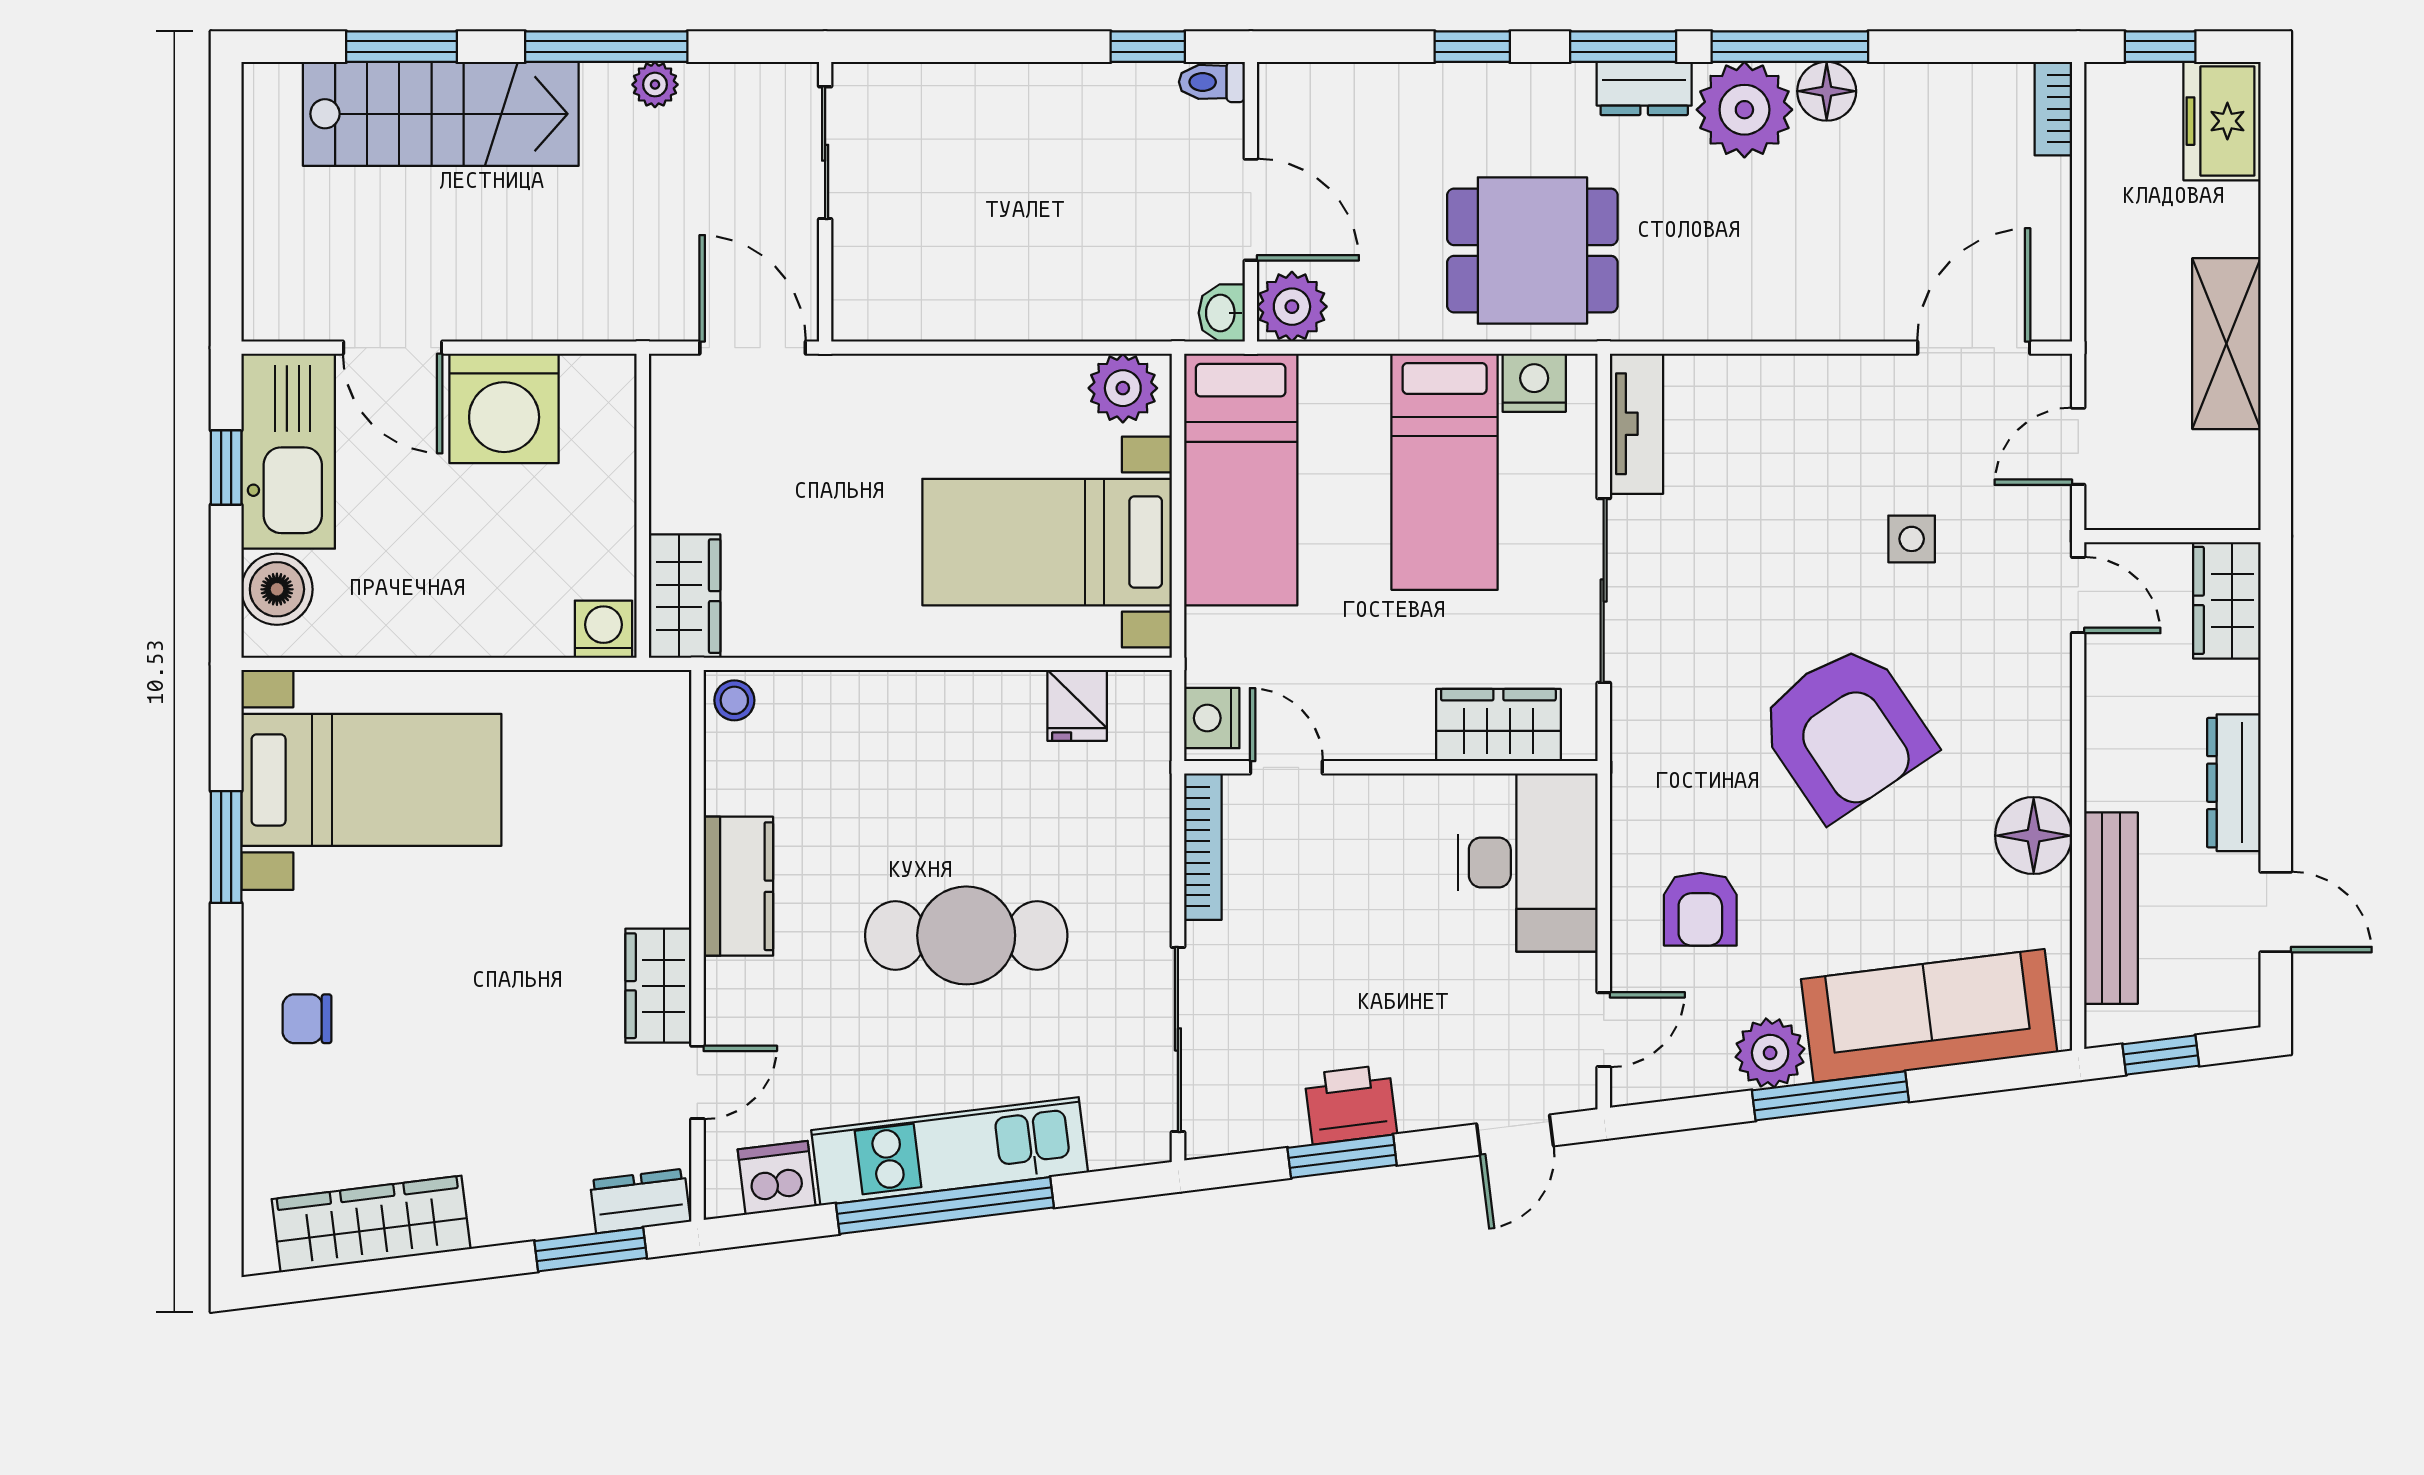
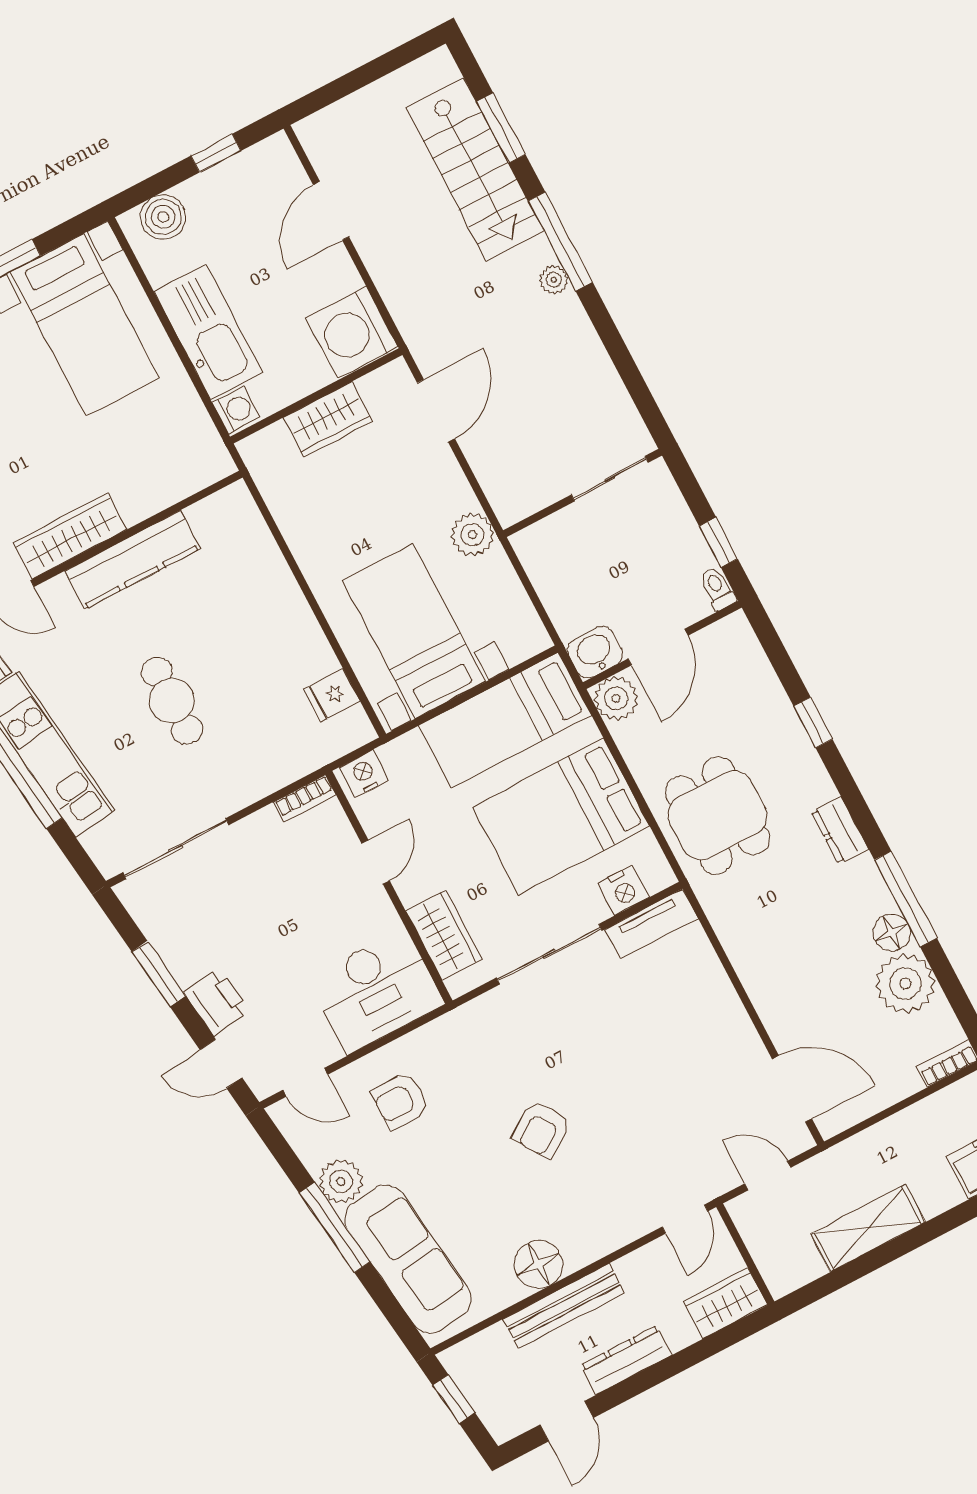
window: (1623, 47) -> (857, 806), removed
plant: (1744, 110) -> (905, 984), moved
sliding door: (825, 153) -> (610, 479), moved
wall: (825, 202) -> (583, 493), moved
washbasin: (1222, 313) -> (595, 652), width x1.38, depth x1.45
nightstand: (1534, 383) -> (624, 890), moved, turned 90
plant: (1123, 388) -> (472, 535), moved
washing machine: (504, 408) -> (352, 332), moved
kitchen sink: (288, 451) -> (208, 332), moved, turned -90
bed: (1445, 472) -> (561, 816), width x1.50
side table: (1912, 539) -> (668, 1110), removed
wardrobe: (685, 596) -> (328, 419), moved
stool: (734, 700) -> (235, 503), removed
armchair: (1845, 731) -> (541, 1129), width x0.53, depth x0.53
door: (1286, 767) -> (376, 862), moved
bookcase: (1203, 847) -> (305, 799), width x0.64
kitchen counter: (738, 886) -> (133, 560), width x1.50
bench: (2111, 908) -> (564, 1306), moved
cafe table: (966, 935) -> (172, 701), width x0.73, depth x0.74
wardrobe: (658, 986) -> (70, 536), width x1.50
printer: (1351, 1104) -> (217, 1002), moved

